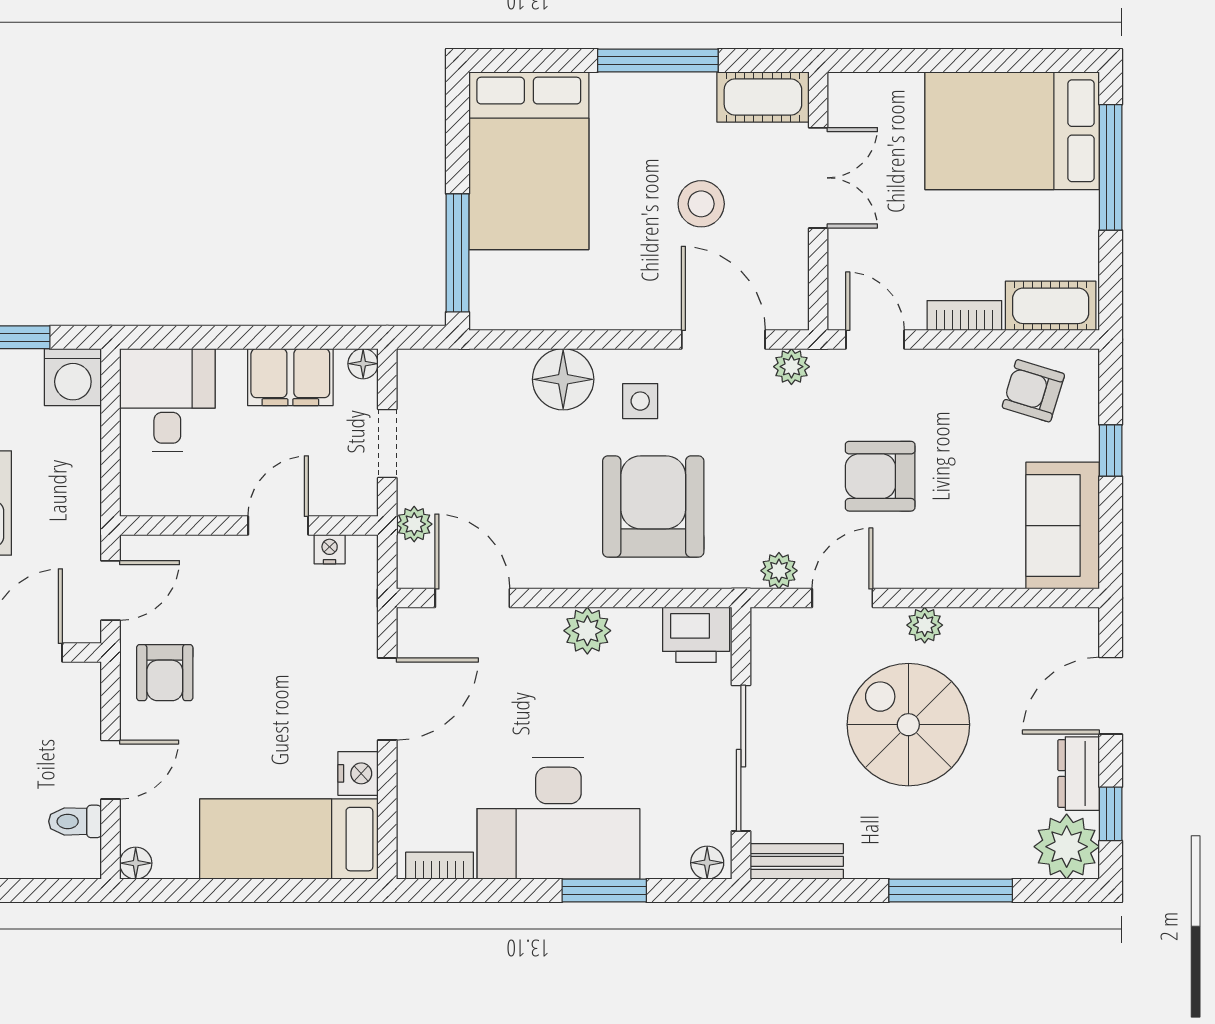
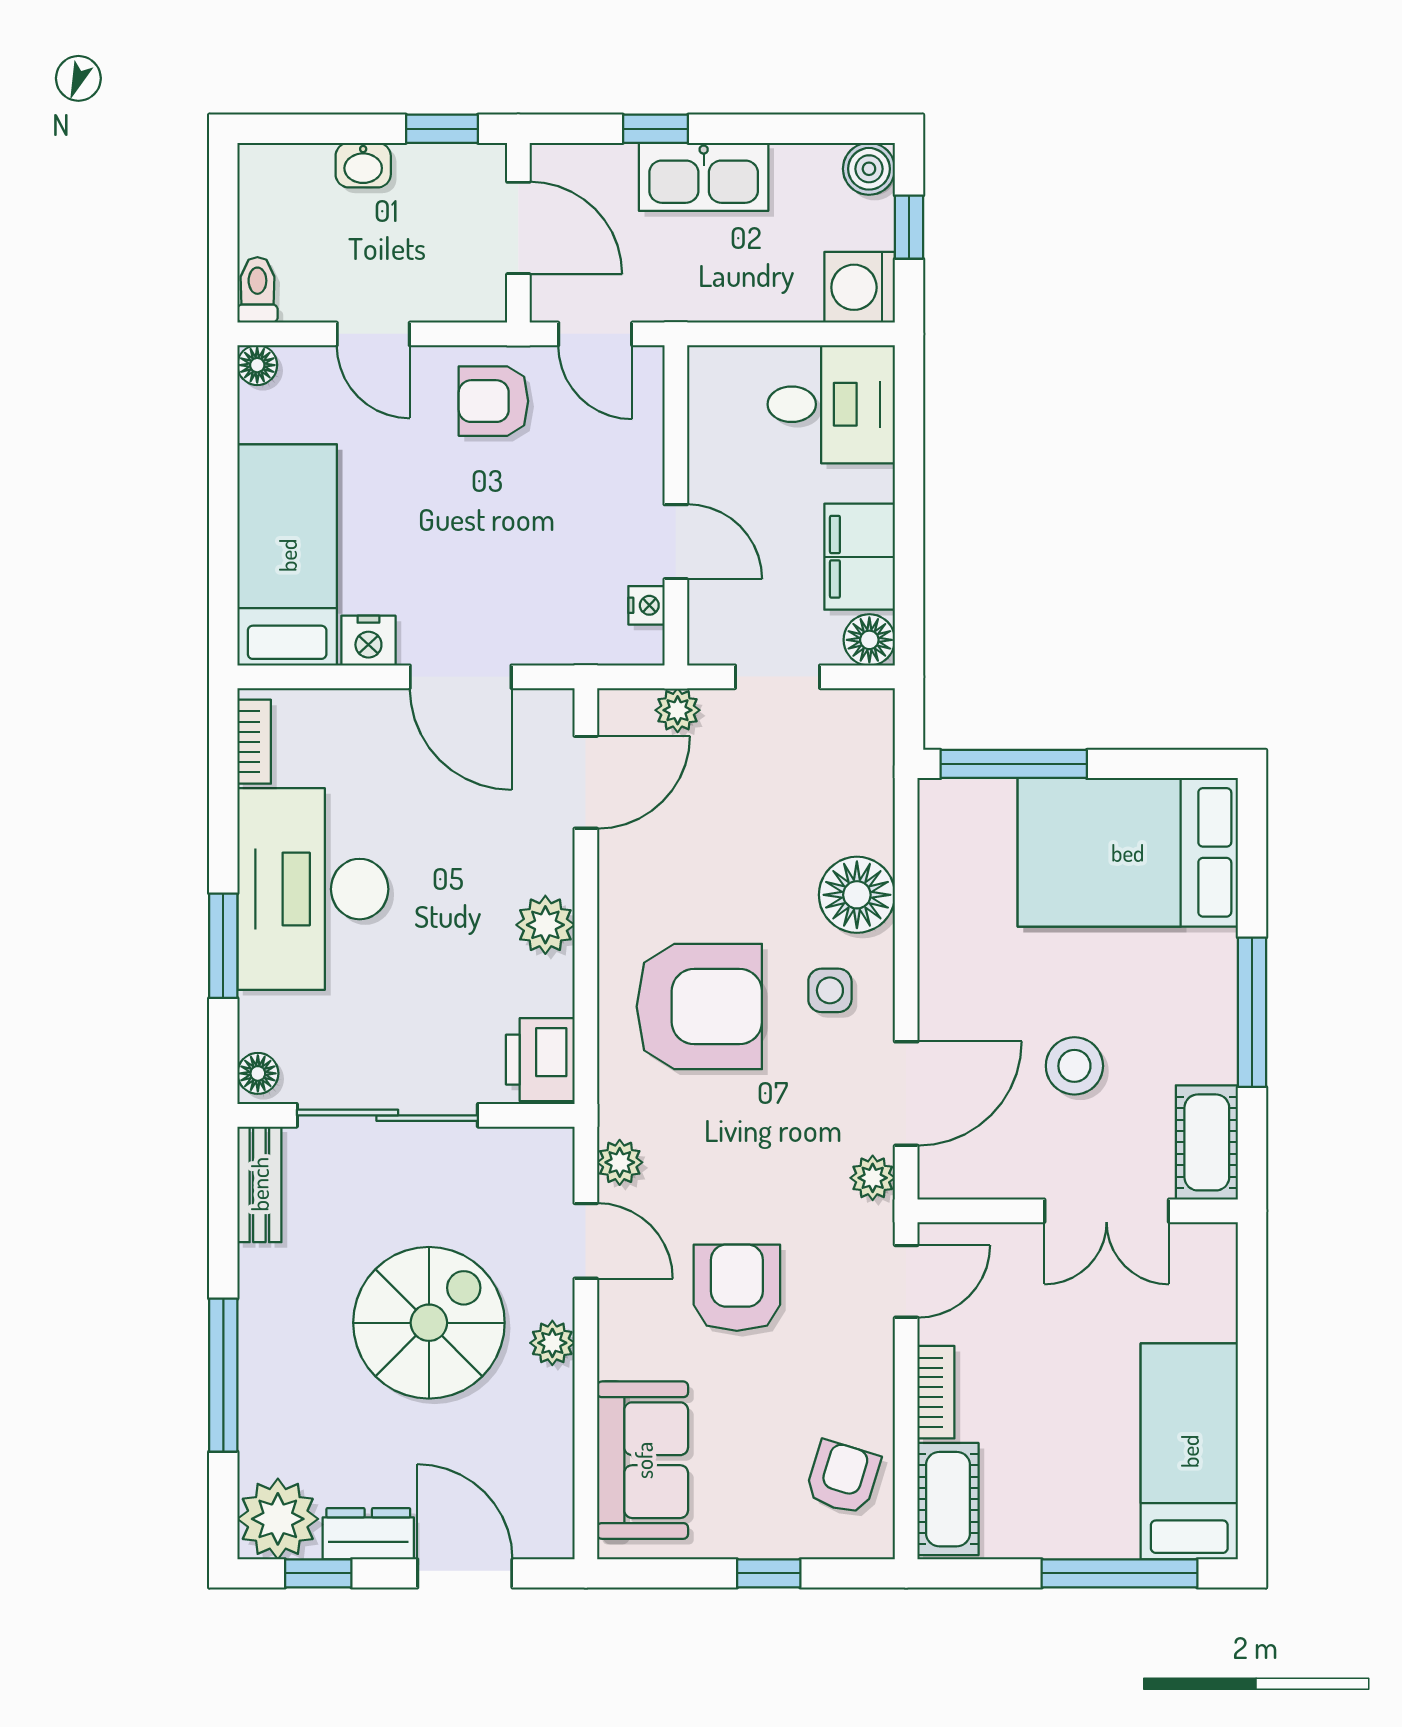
bed: (1012, 131) -> (1189, 1451), width x0.67
floor lamp: (363, 364) -> (869, 640), width x1.37, depth x1.37
sofa: (1063, 526) -> (643, 1460), moved, turned 90
toilet: (75, 821) -> (257, 290), moved

